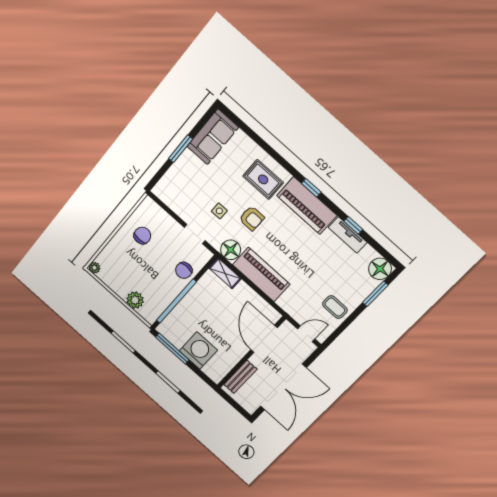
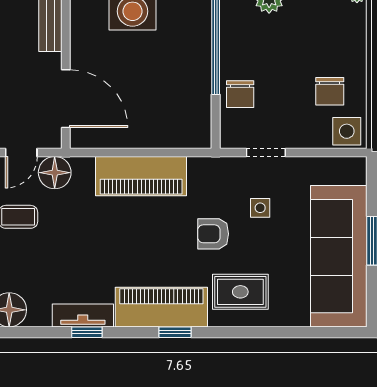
sofa: (213, 137) -> (339, 256), width x1.85, depth x1.27
side table: (150, 211) -> (347, 131), added
floor lamp: (231, 250) -> (55, 173), moved
chair: (184, 270) -> (240, 94), turned 180
shelving: (225, 273) -> (186, 137), removed

